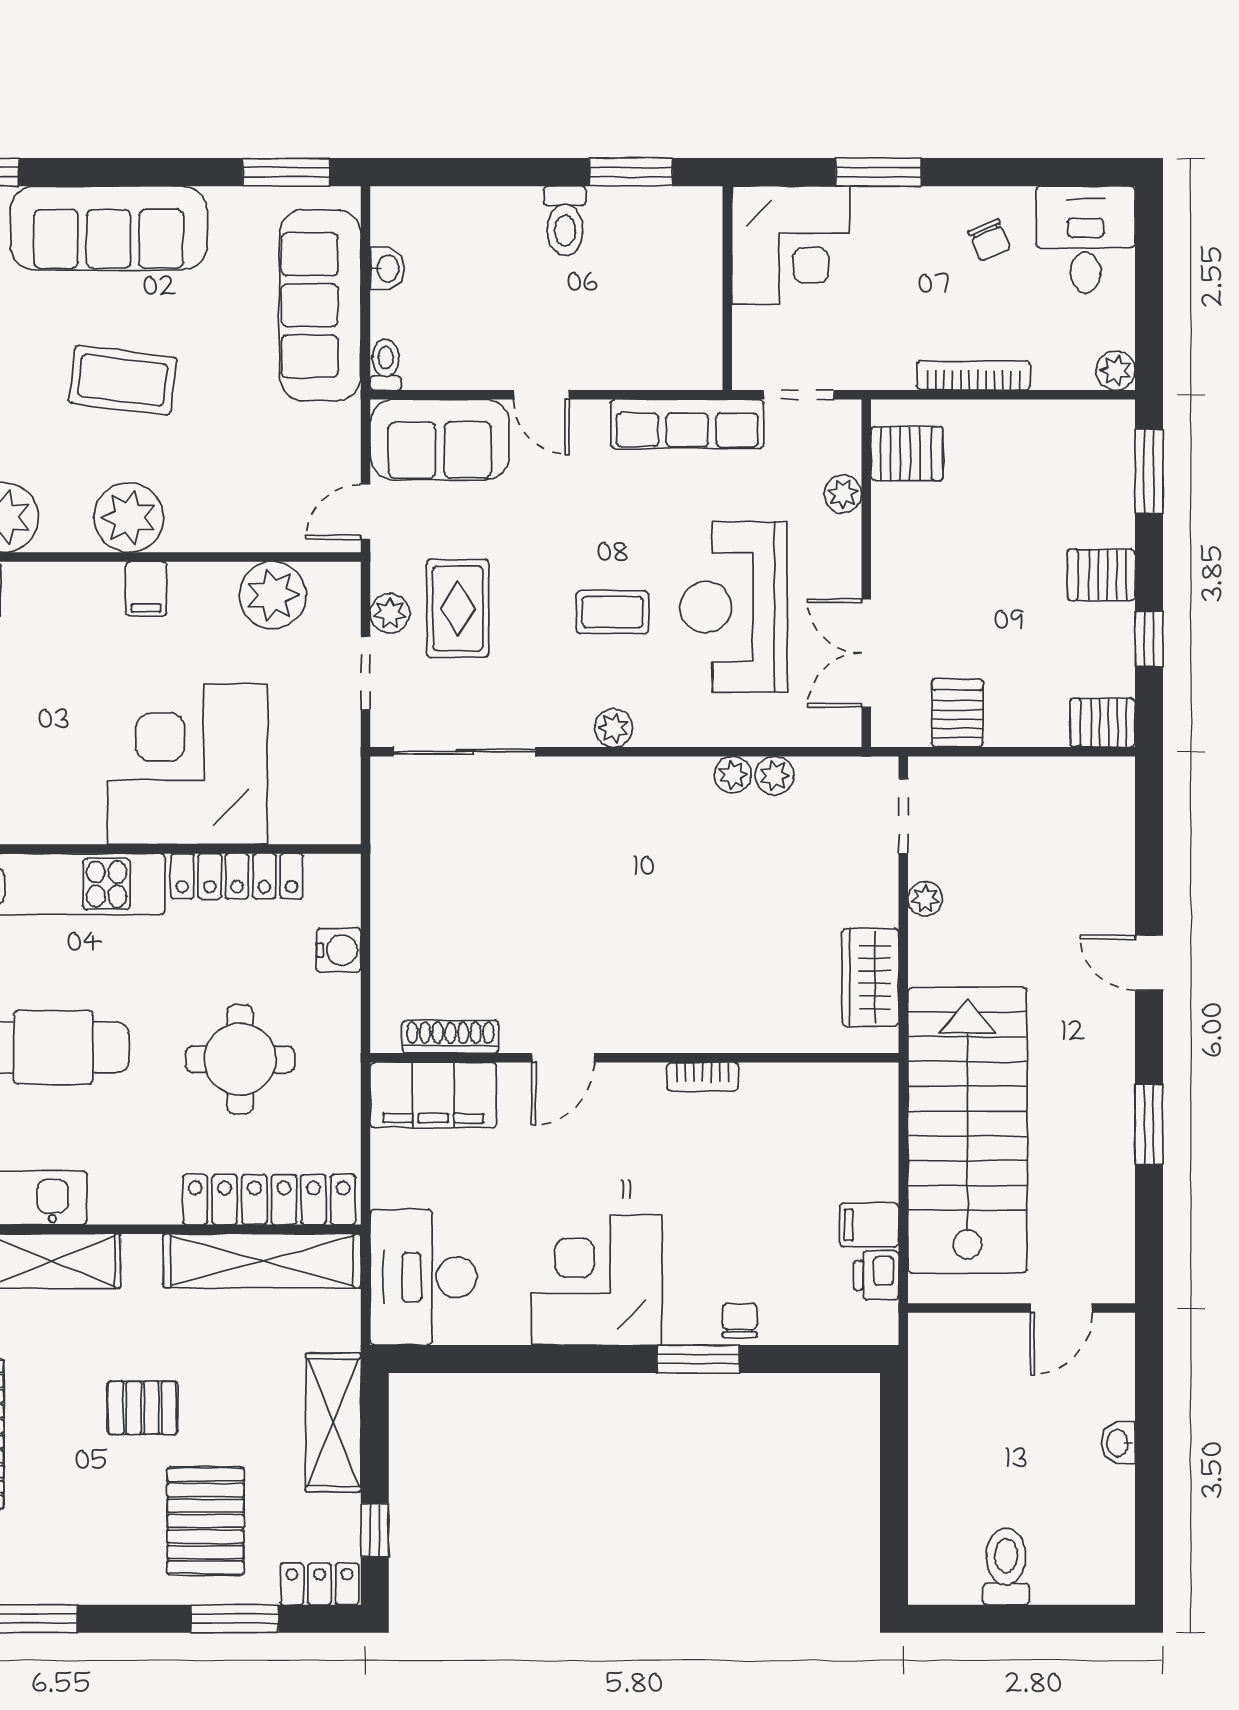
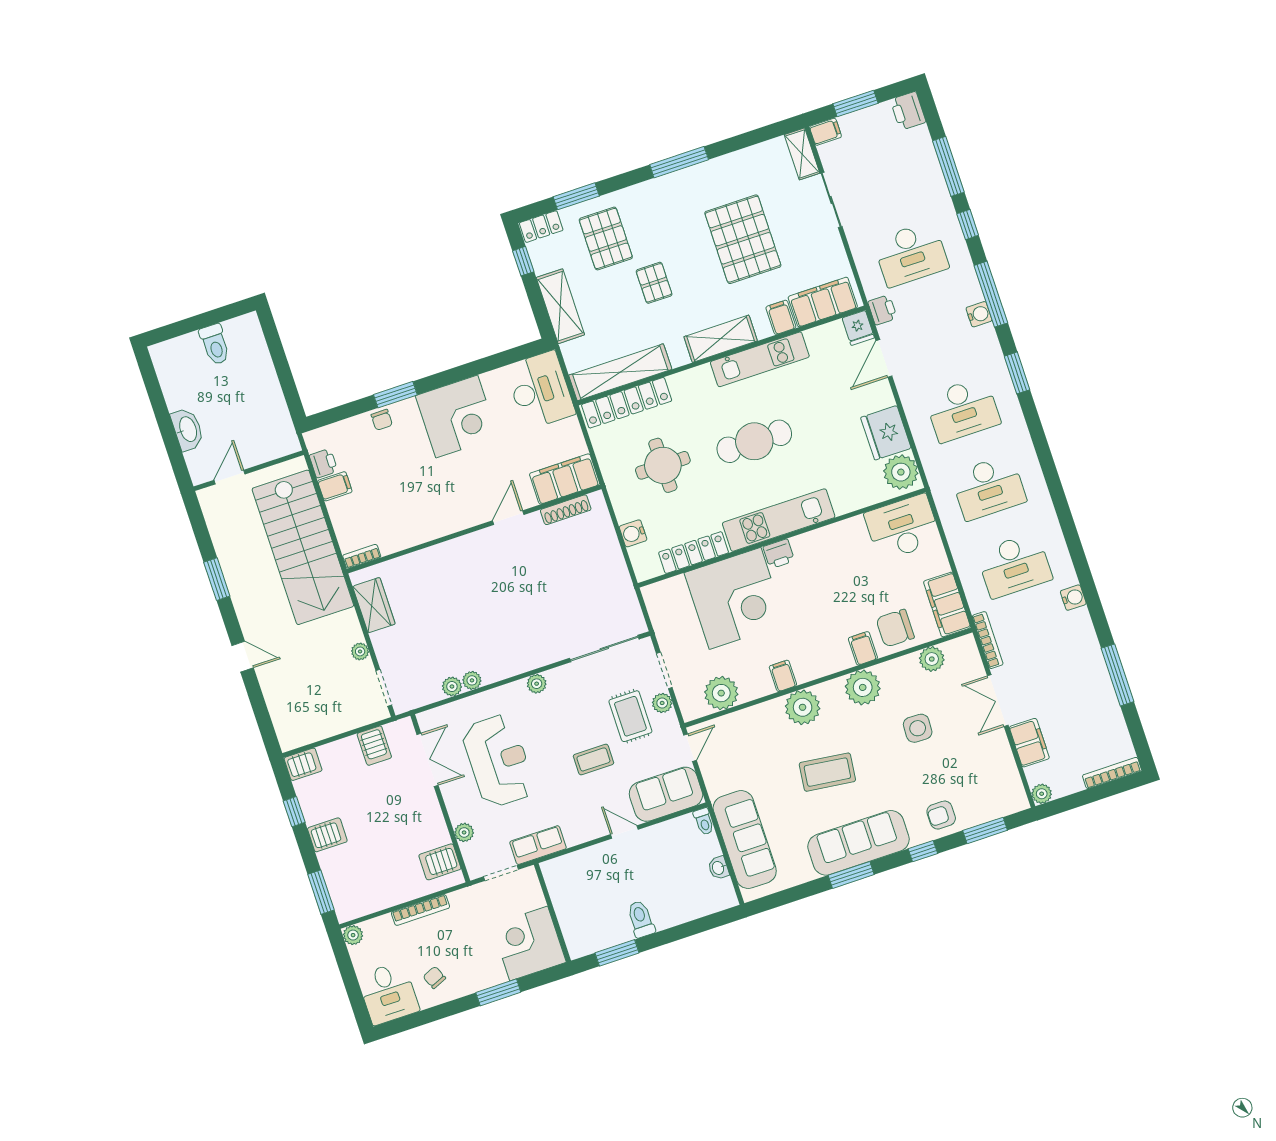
window: (286, 172) -> (851, 875), moved
row of seats: (687, 424) -> (538, 845), width x0.68
coffee table: (613, 612) -> (593, 759), moved
printer: (78, 821) -> (779, 554), added
bookcase: (703, 1077) -> (362, 556), moved
pallet: (142, 1408) -> (654, 283), turned 90
washbasin: (1118, 1443) -> (187, 429), width x1.91, depth x1.45

